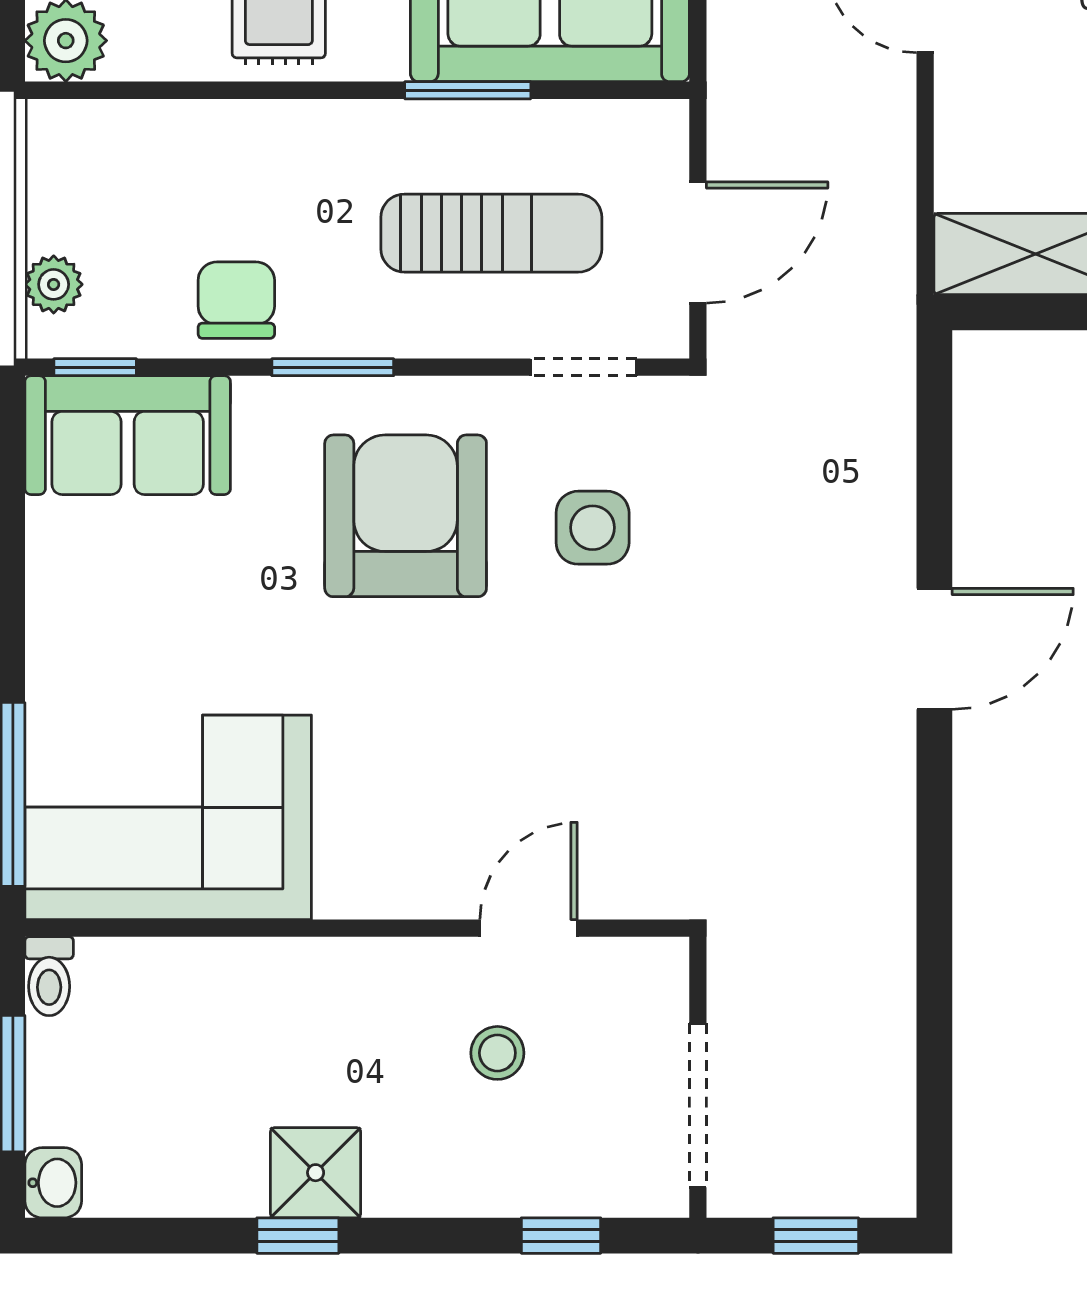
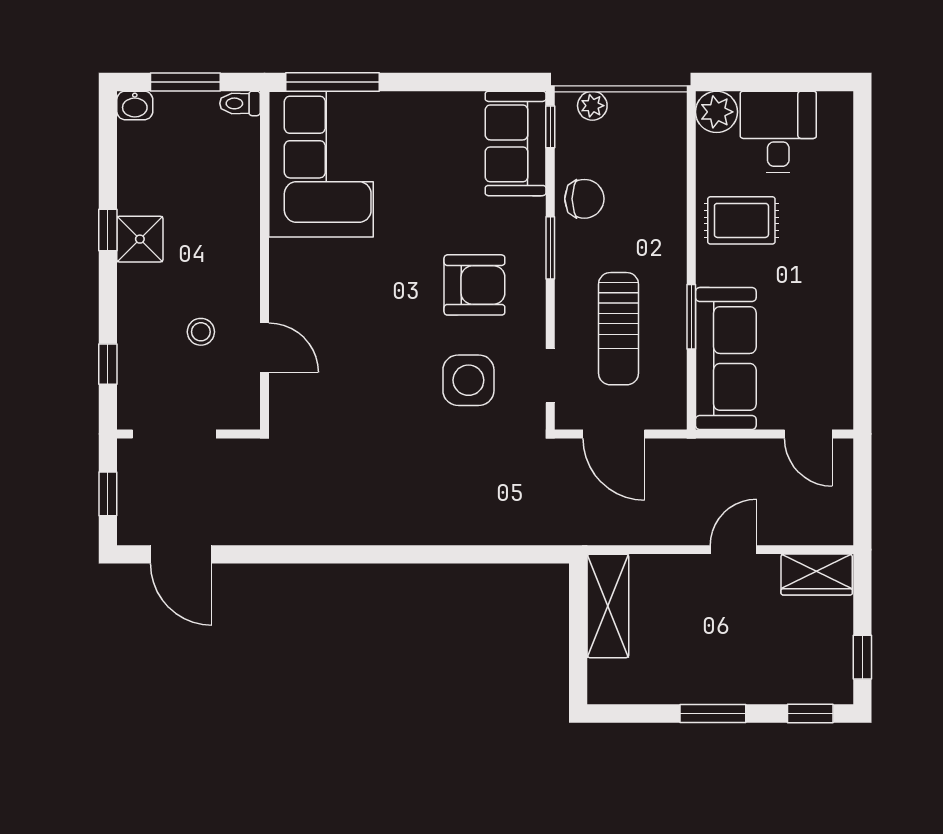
armchair: (406, 516) -> (474, 285), width x0.73, depth x0.73
side table: (593, 528) -> (468, 380), width x1.37, depth x1.37
door: (934, 649) -> (181, 554), moved

